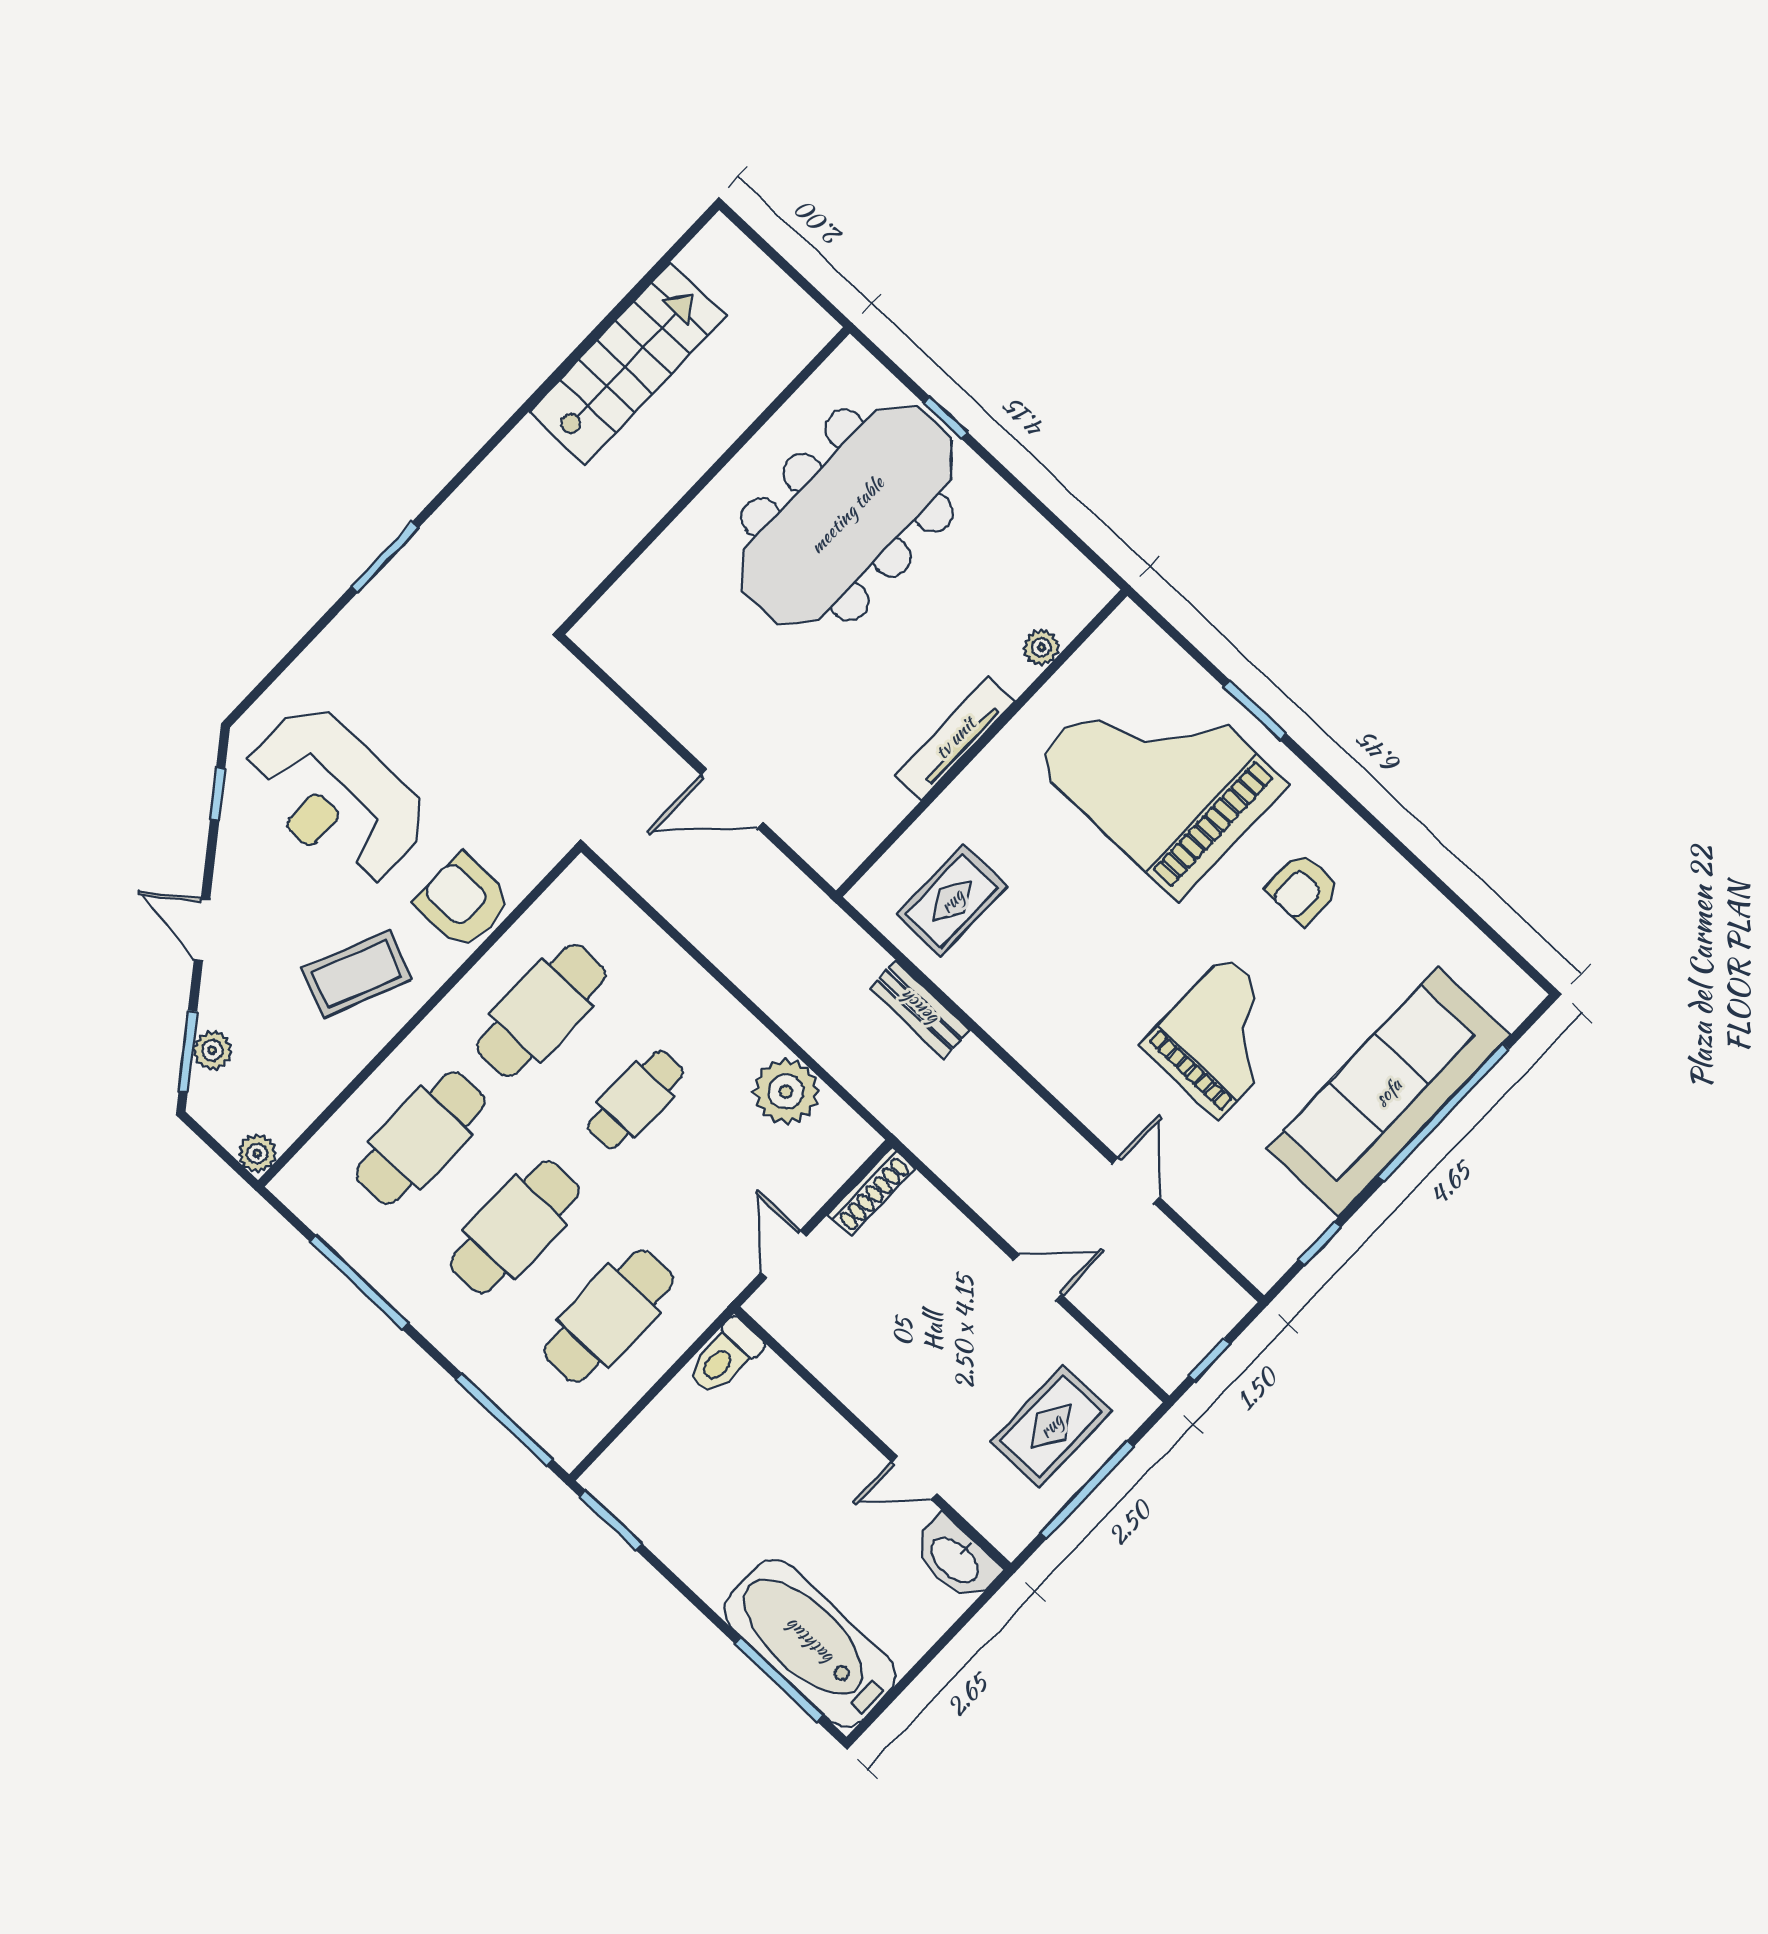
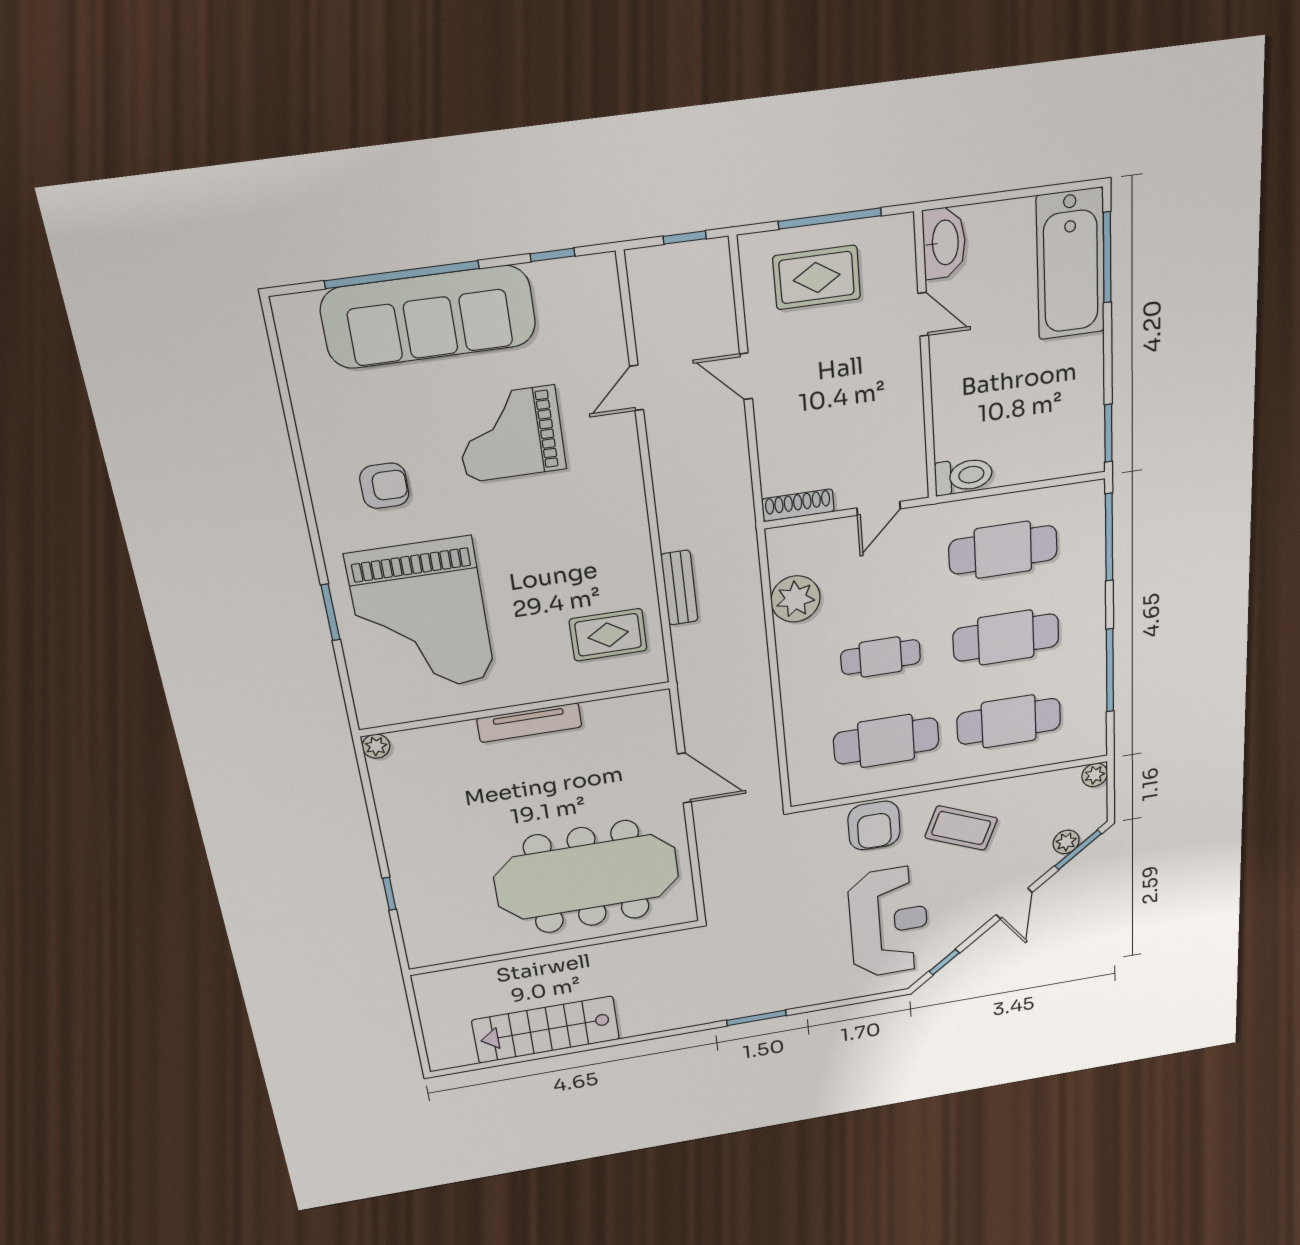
meeting table: (847, 515) -> (587, 877), moved
plant: (1041, 647) -> (376, 746), moved

